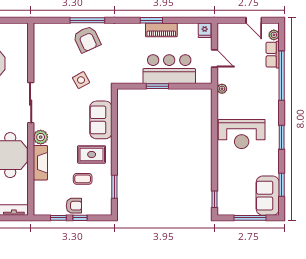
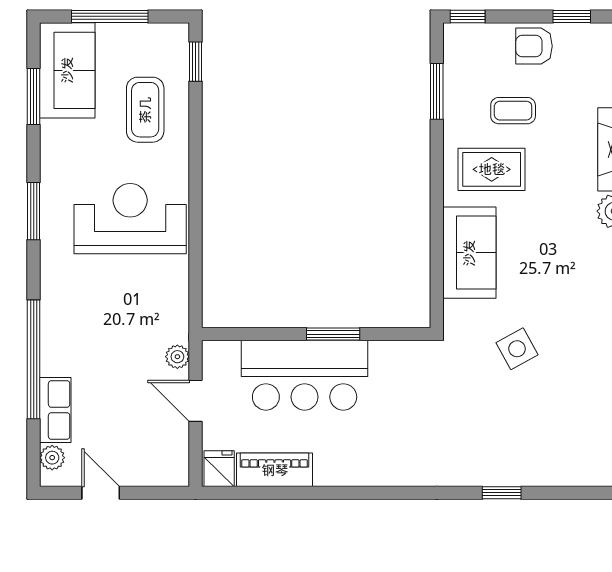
window: (87, 20) -> (502, 493), width x0.46
window: (151, 20) -> (347, 493), removed
piano: (161, 30) -> (275, 470), moved
armchair: (87, 39) -> (503, 447), removed
plant: (222, 89) -> (177, 357), moved
coffee table: (235, 179) -> (145, 110), added
window: (80, 218) -> (468, 16), moved

